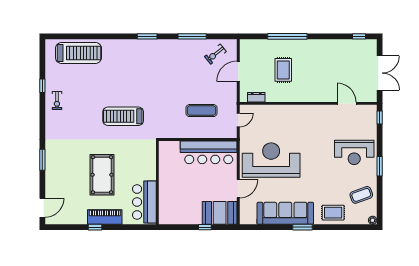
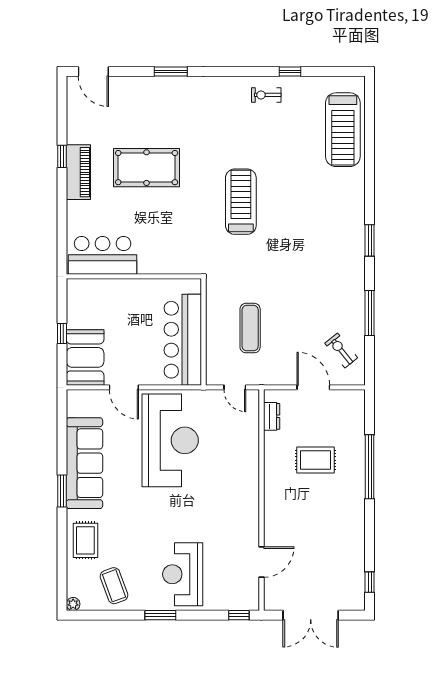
wall: (157, 183) -> (134, 276), moved
bar counter: (144, 202) -> (103, 255), moved

